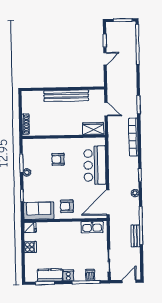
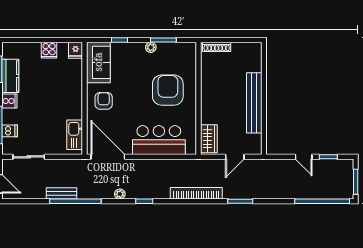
armchair: (58, 159) -> (168, 90), width x1.88, depth x1.88

